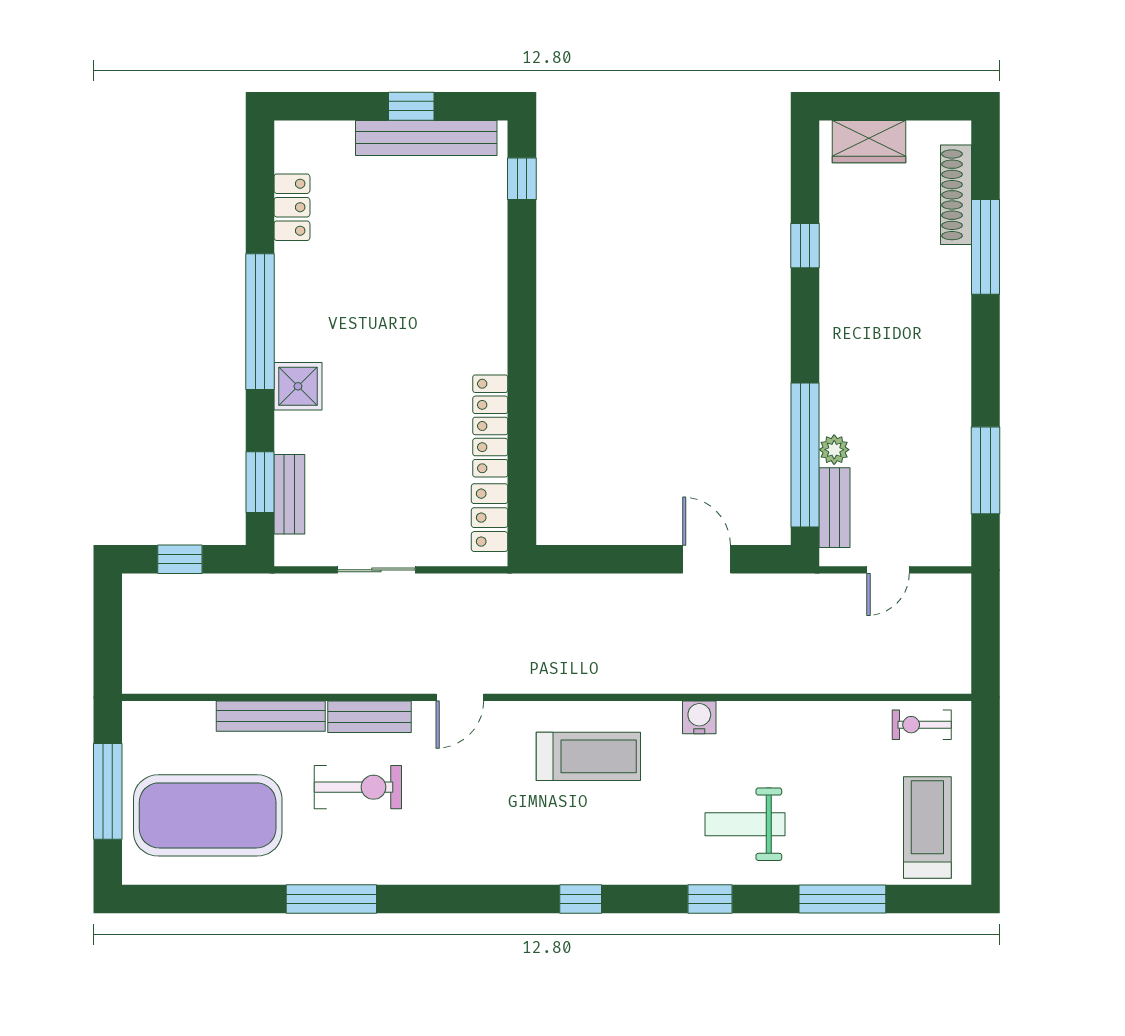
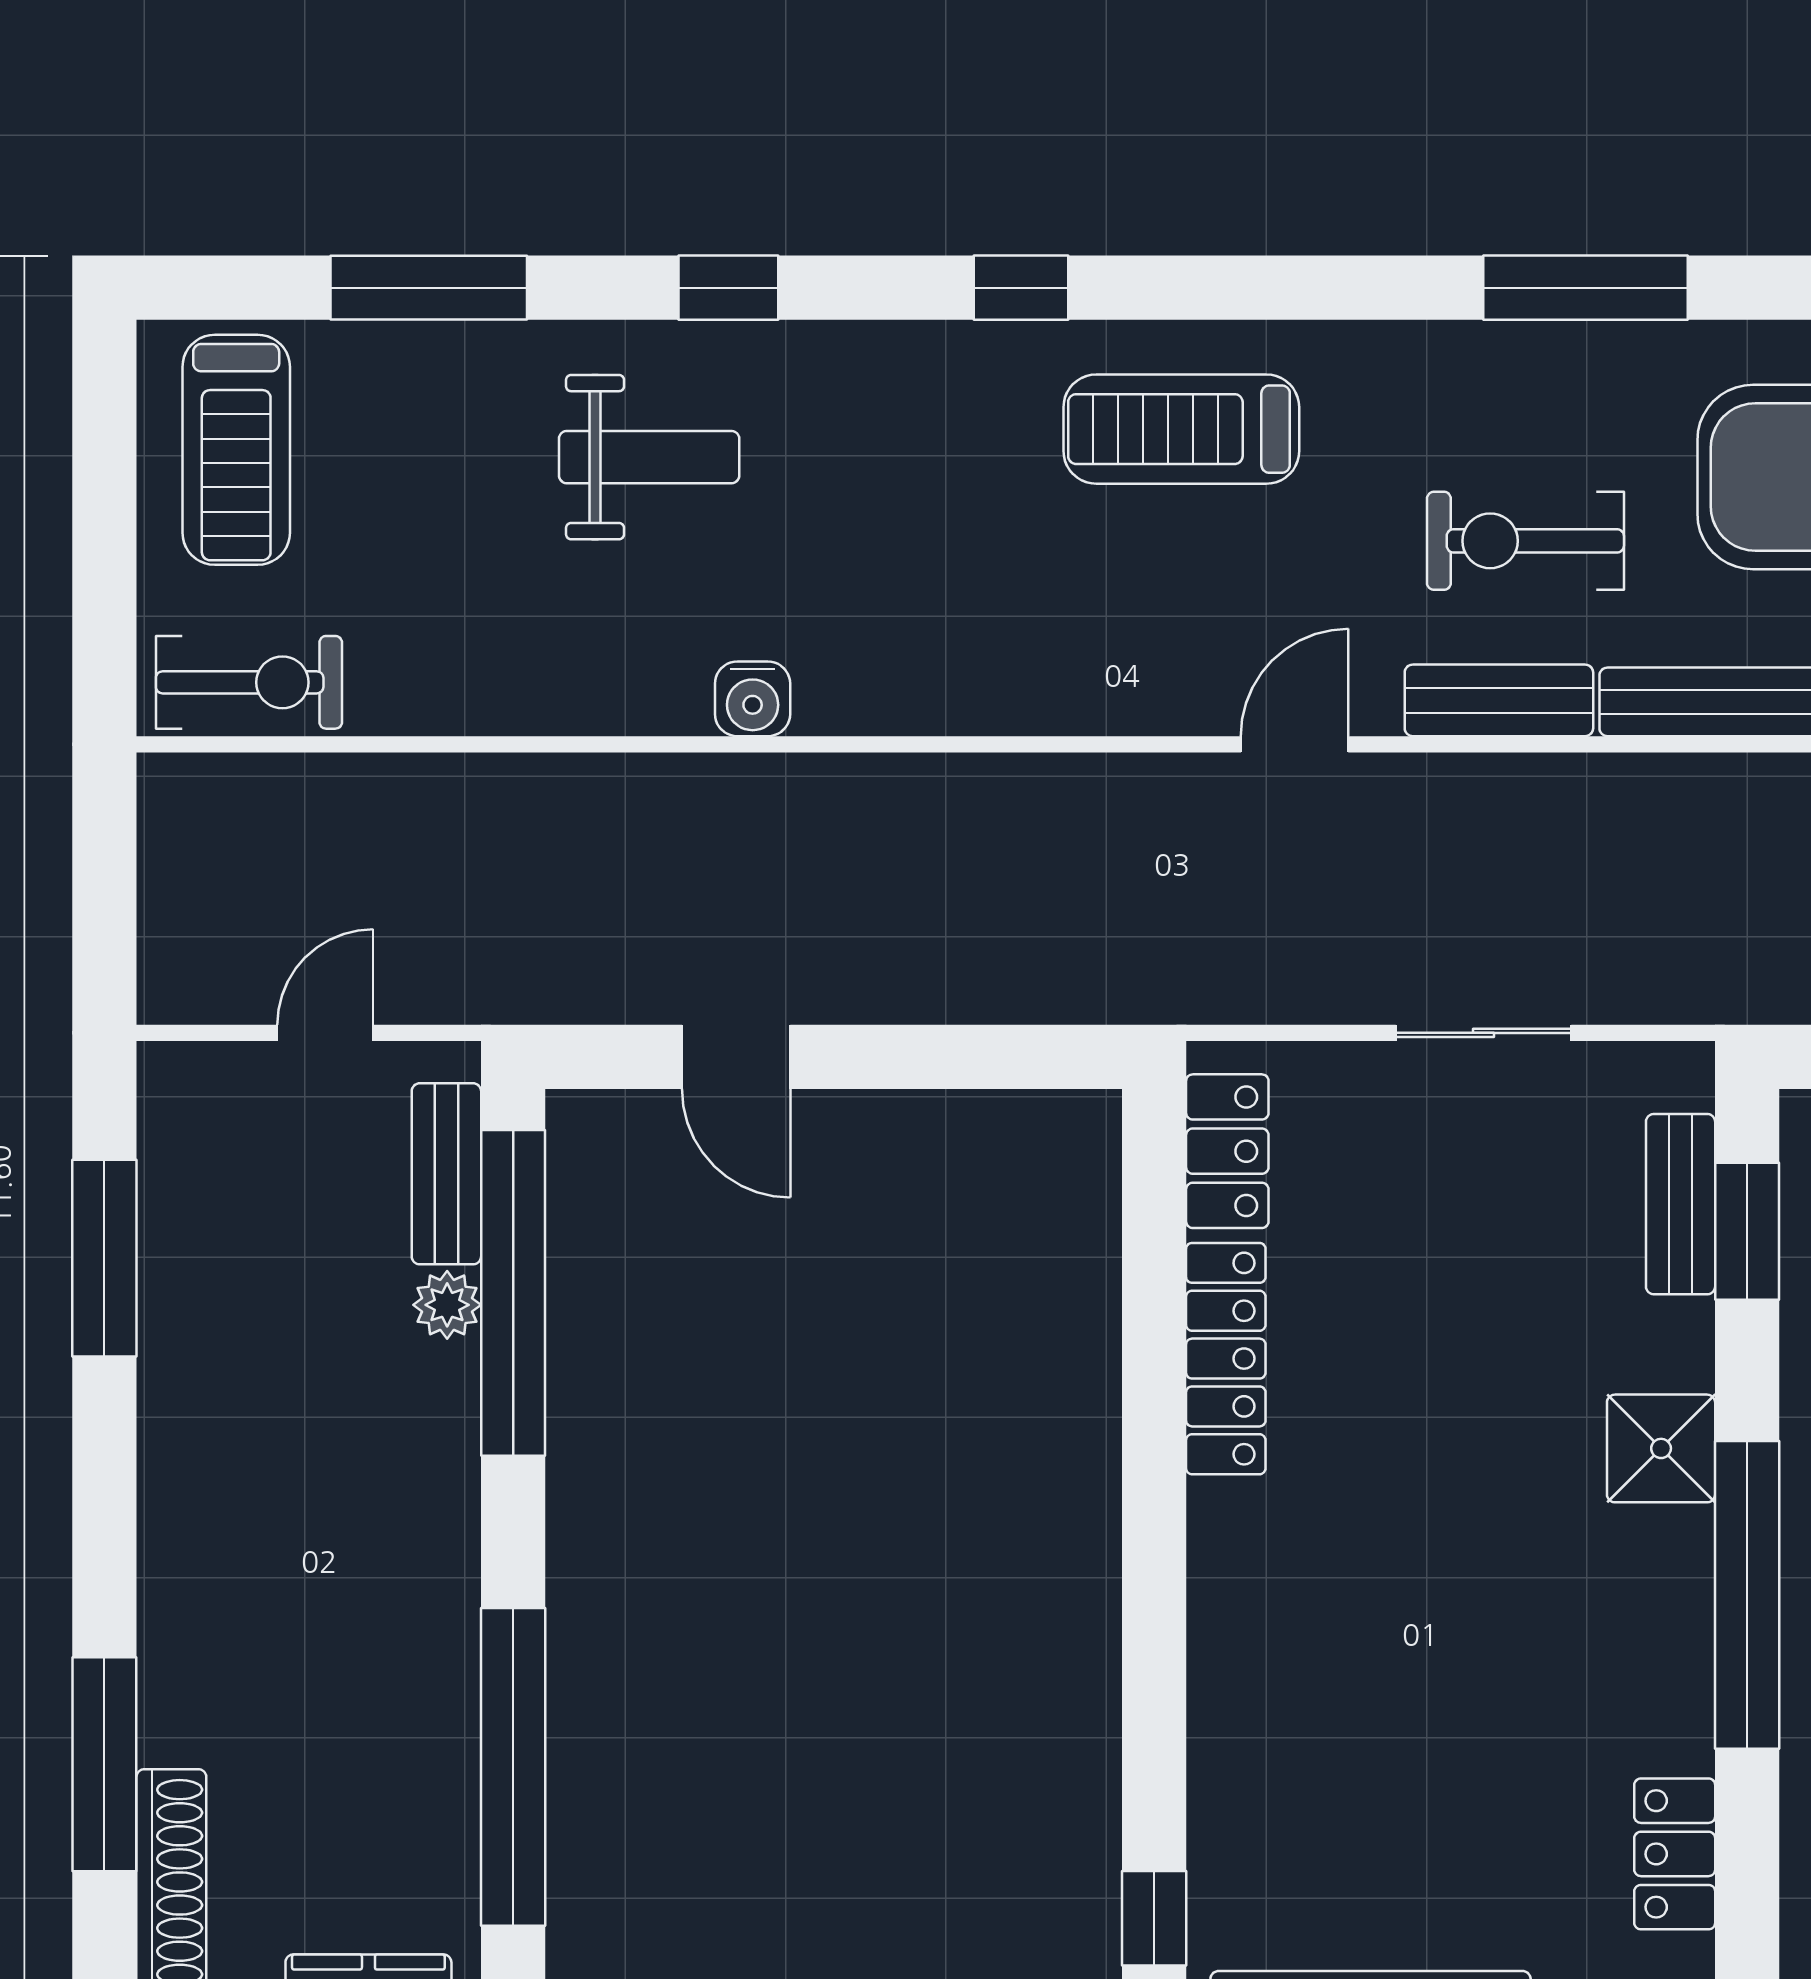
window: (805, 246) -> (513, 1767), width x3.17
exercise bike: (922, 725) -> (249, 682), width x1.38, depth x1.39
treadmill: (588, 756) -> (1181, 429), moved

